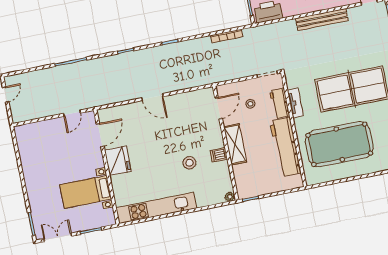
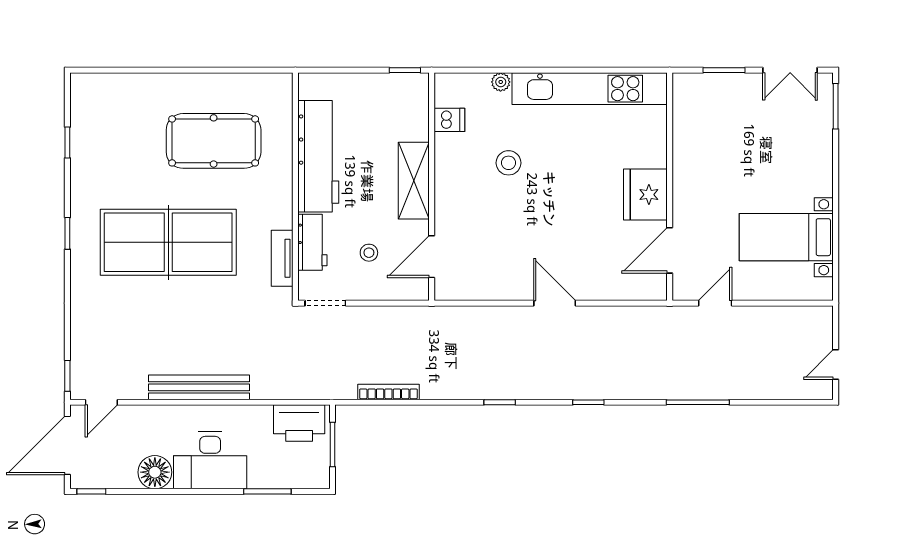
tv unit: (295, 103) -> (282, 258), moved
pool table: (339, 144) -> (214, 141), width x0.73, depth x0.76
dishwasher: (219, 155) -> (449, 120), moved
bed with nightstands: (86, 192) -> (786, 237), moved, turned 180
plant: (230, 197) -> (501, 82), moved

